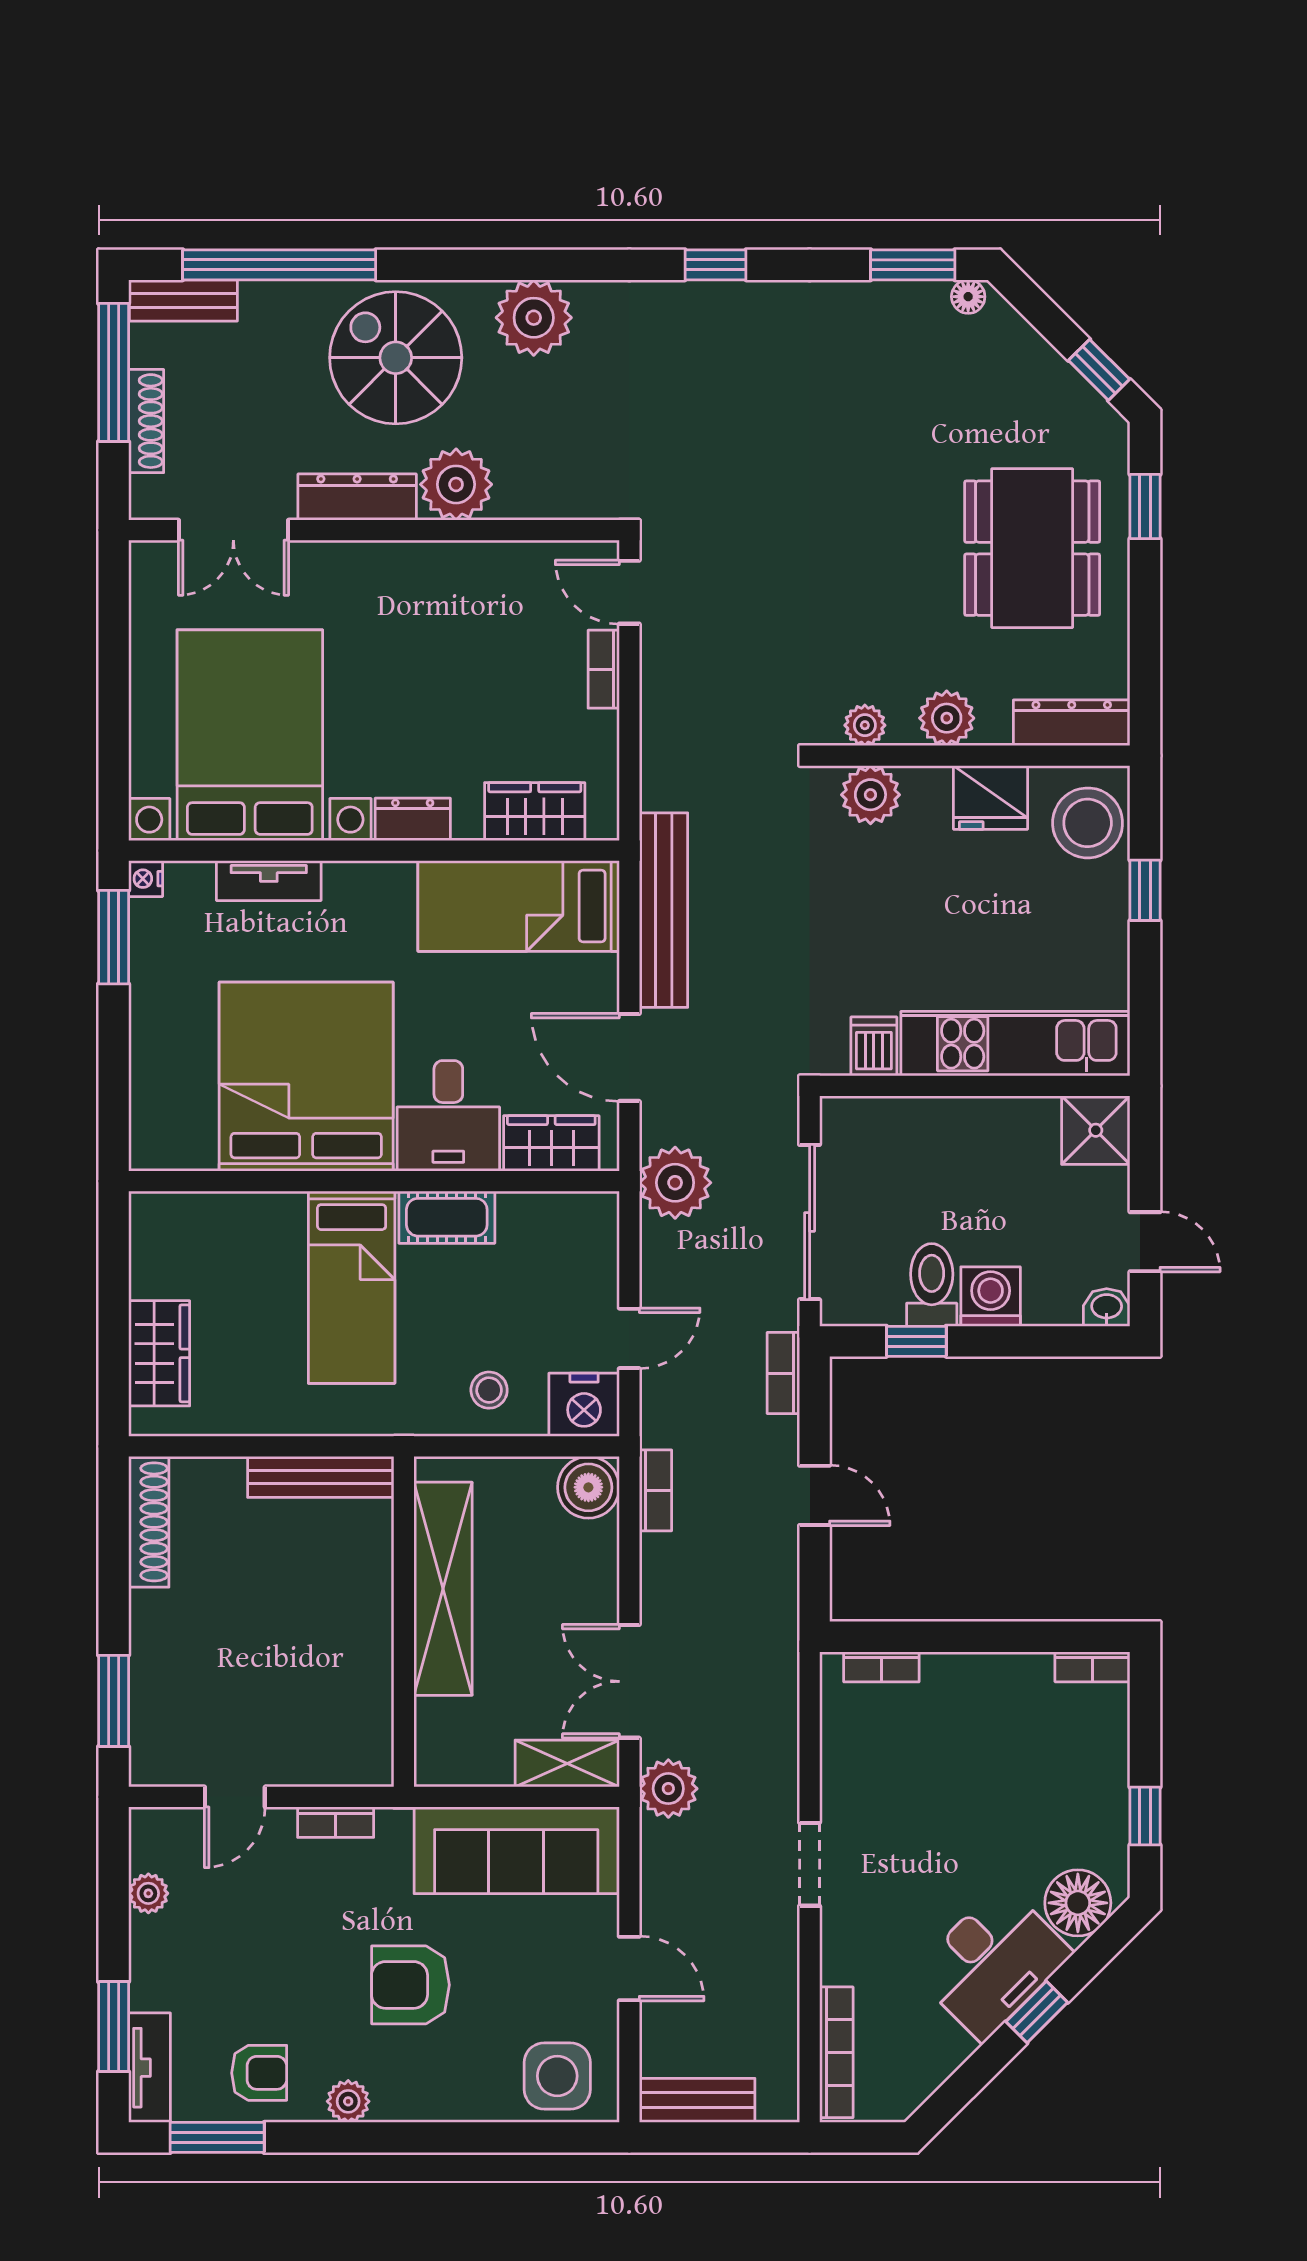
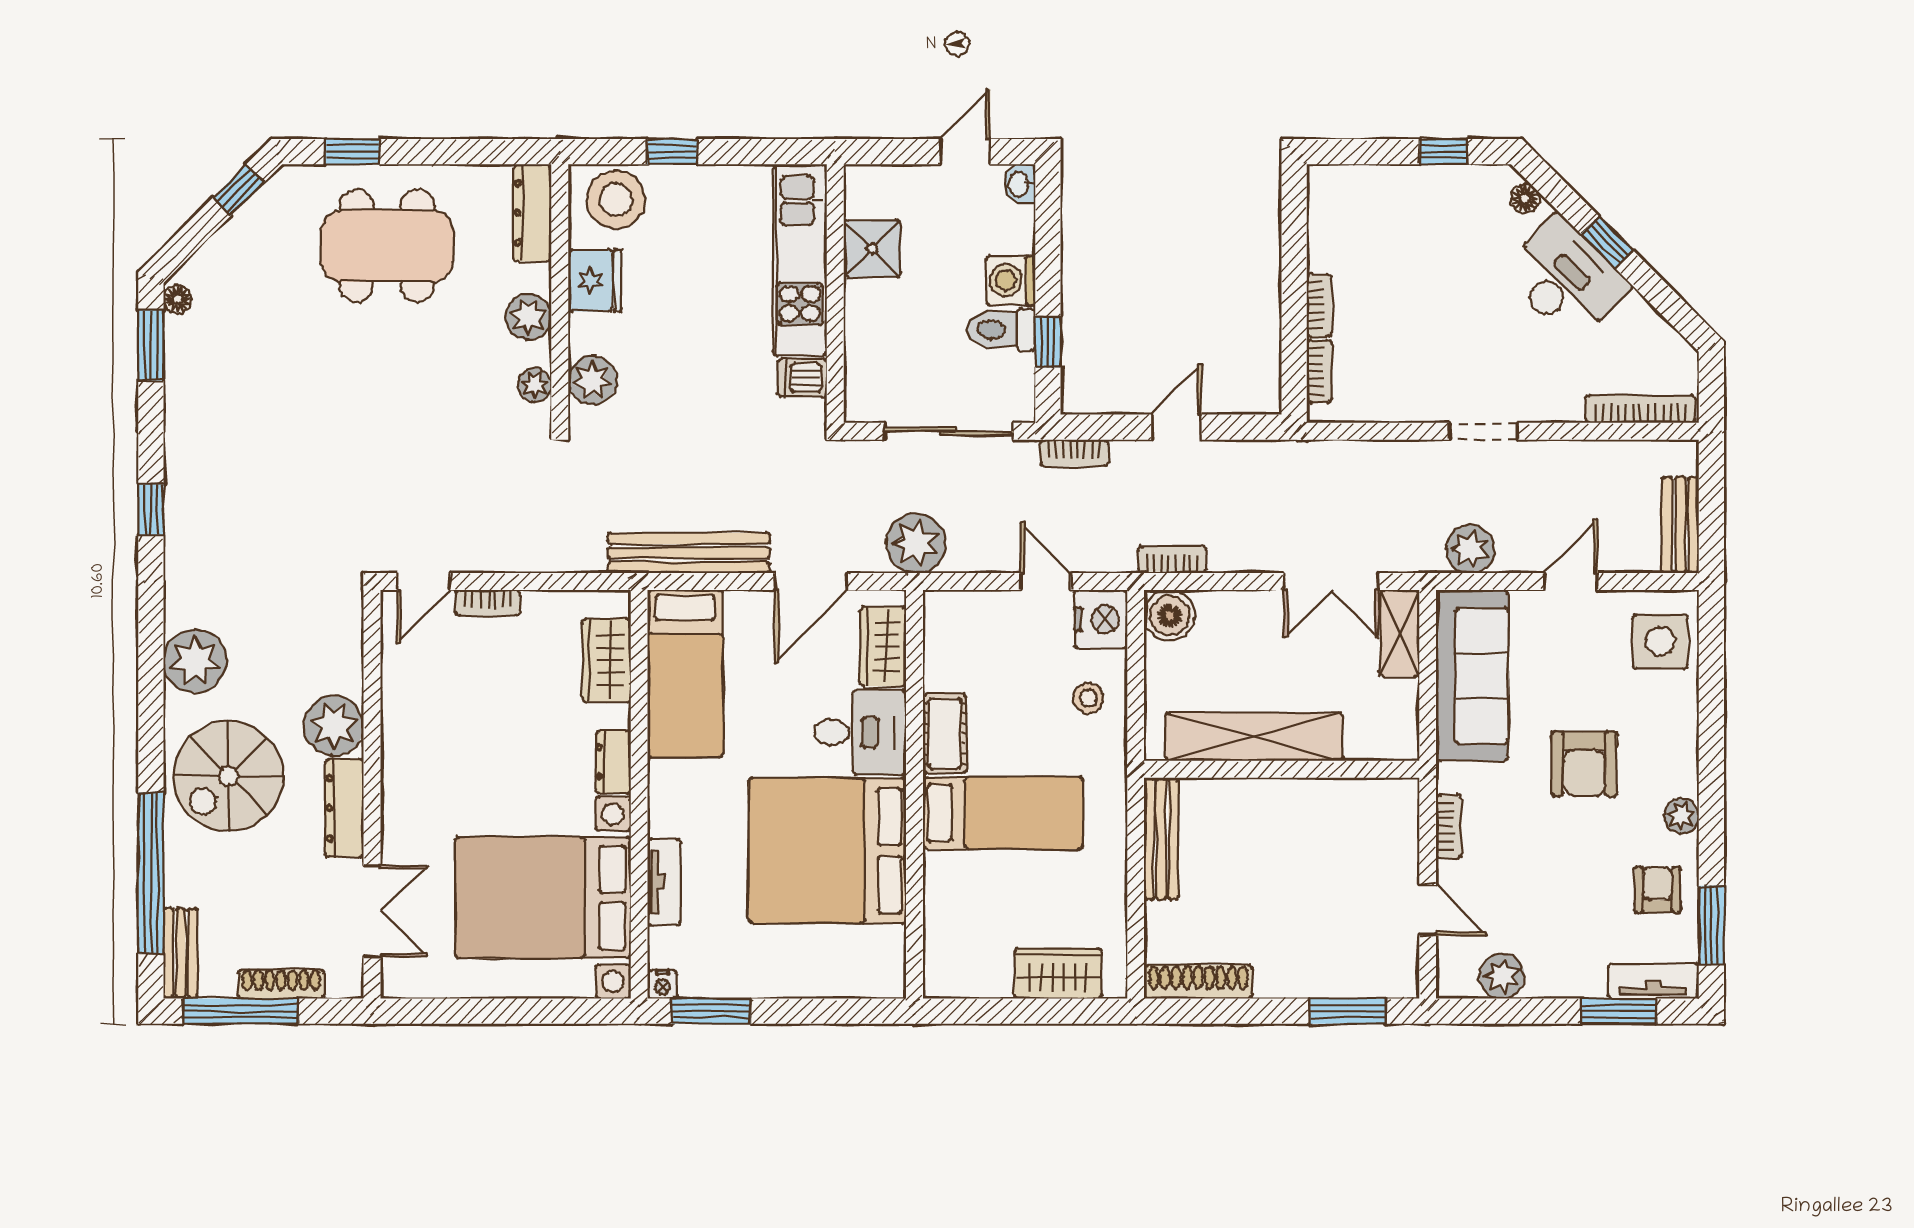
shower: (1096, 1130) -> (872, 249), moved
bookcase: (1092, 1667) -> (1319, 305), moved
plant: (668, 1789) -> (1470, 549), moved
plant: (148, 1893) -> (1502, 976), width x1.38, depth x1.38
floor lamp: (1078, 1903) -> (1525, 199), width x0.53, depth x0.53

